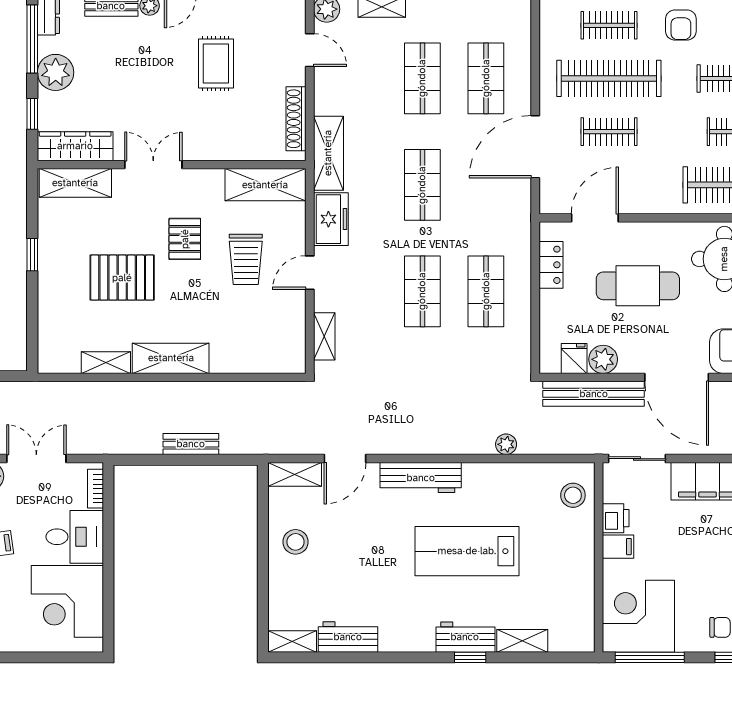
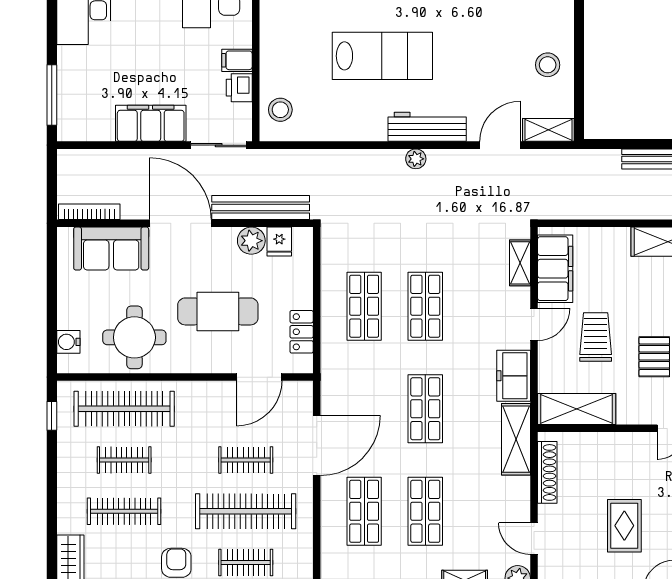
filing cabinet: (288, 330) -> (555, 269), added
plant: (506, 444) -> (416, 159), moved

